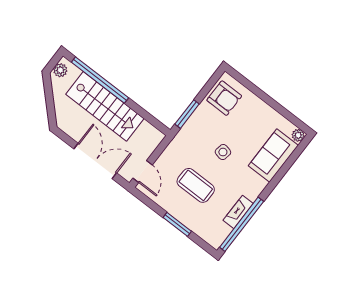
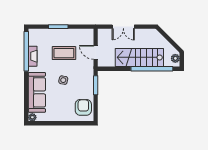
armchair: (224, 98) -> (83, 107), turned 90
sofa: (273, 155) -> (37, 92), width x1.36
double door: (95, 161) -> (123, 27), width x0.73
door: (143, 172) -> (96, 52), moved

